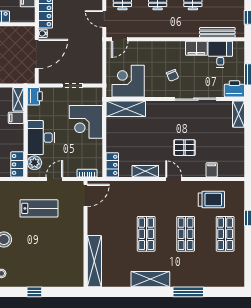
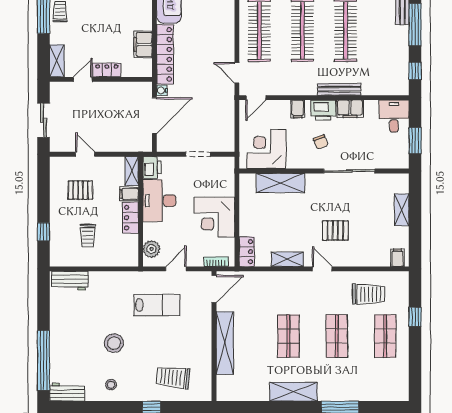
bench: (217, 32) -> (339, 89), moved
filing cabinet: (154, 48) -> (298, 109), added
desk: (220, 54) -> (394, 116), moved
printer: (234, 89) -> (323, 110), moved, turned 180
shelving: (126, 109) -> (280, 183), moved
shelving: (239, 114) -> (402, 210), moved
corner desk: (86, 122) -> (214, 217), moved
desk: (41, 138) -> (159, 201), moved
locker: (17, 164) -> (130, 218), moved
filing cabinet: (212, 170) -> (397, 258), moved
shelving: (94, 261) -> (225, 343), moved
trolley: (52, 267) -> (173, 377), added

